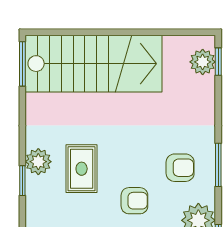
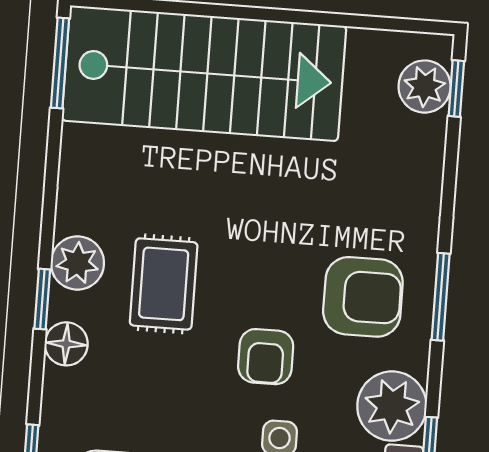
armchair: (180, 168) -> (363, 297), width x1.38, depth x1.38
armchair: (134, 201) -> (266, 357), turned 90
floor lamp: (36, 202) -> (66, 344), added

